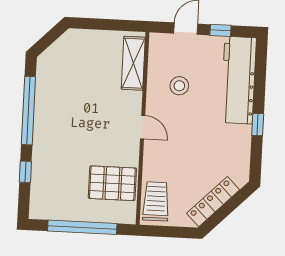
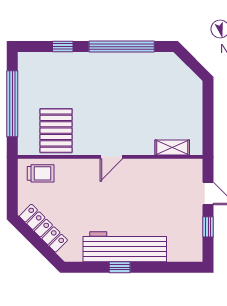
shelving: (133, 63) -> (172, 147), width x0.67, depth x0.75
workbench: (239, 80) -> (125, 247), moved
stool: (179, 86) -> (153, 190), removed
trolley: (156, 201) -> (41, 173), width x0.73, depth x0.72

